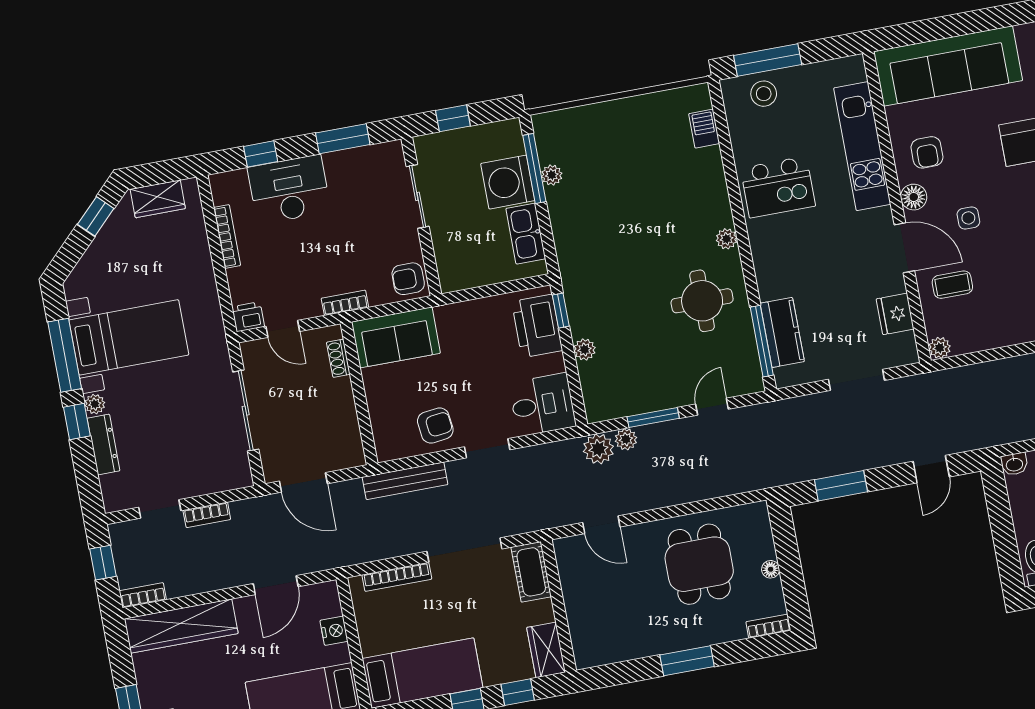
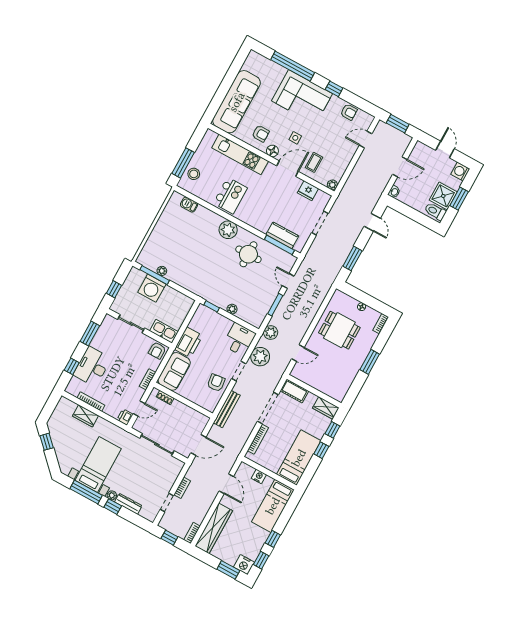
wardrobe: (158, 199) -> (86, 416), moved, turned 90
kitchen sink: (526, 234) -> (164, 331), moved, turned 180
plant: (727, 239) -> (228, 230), width x1.88, depth x1.88
printer: (537, 326) -> (189, 342), moved, turned -90
plant: (626, 439) -> (260, 357), moved, width x1.88, depth x1.88

